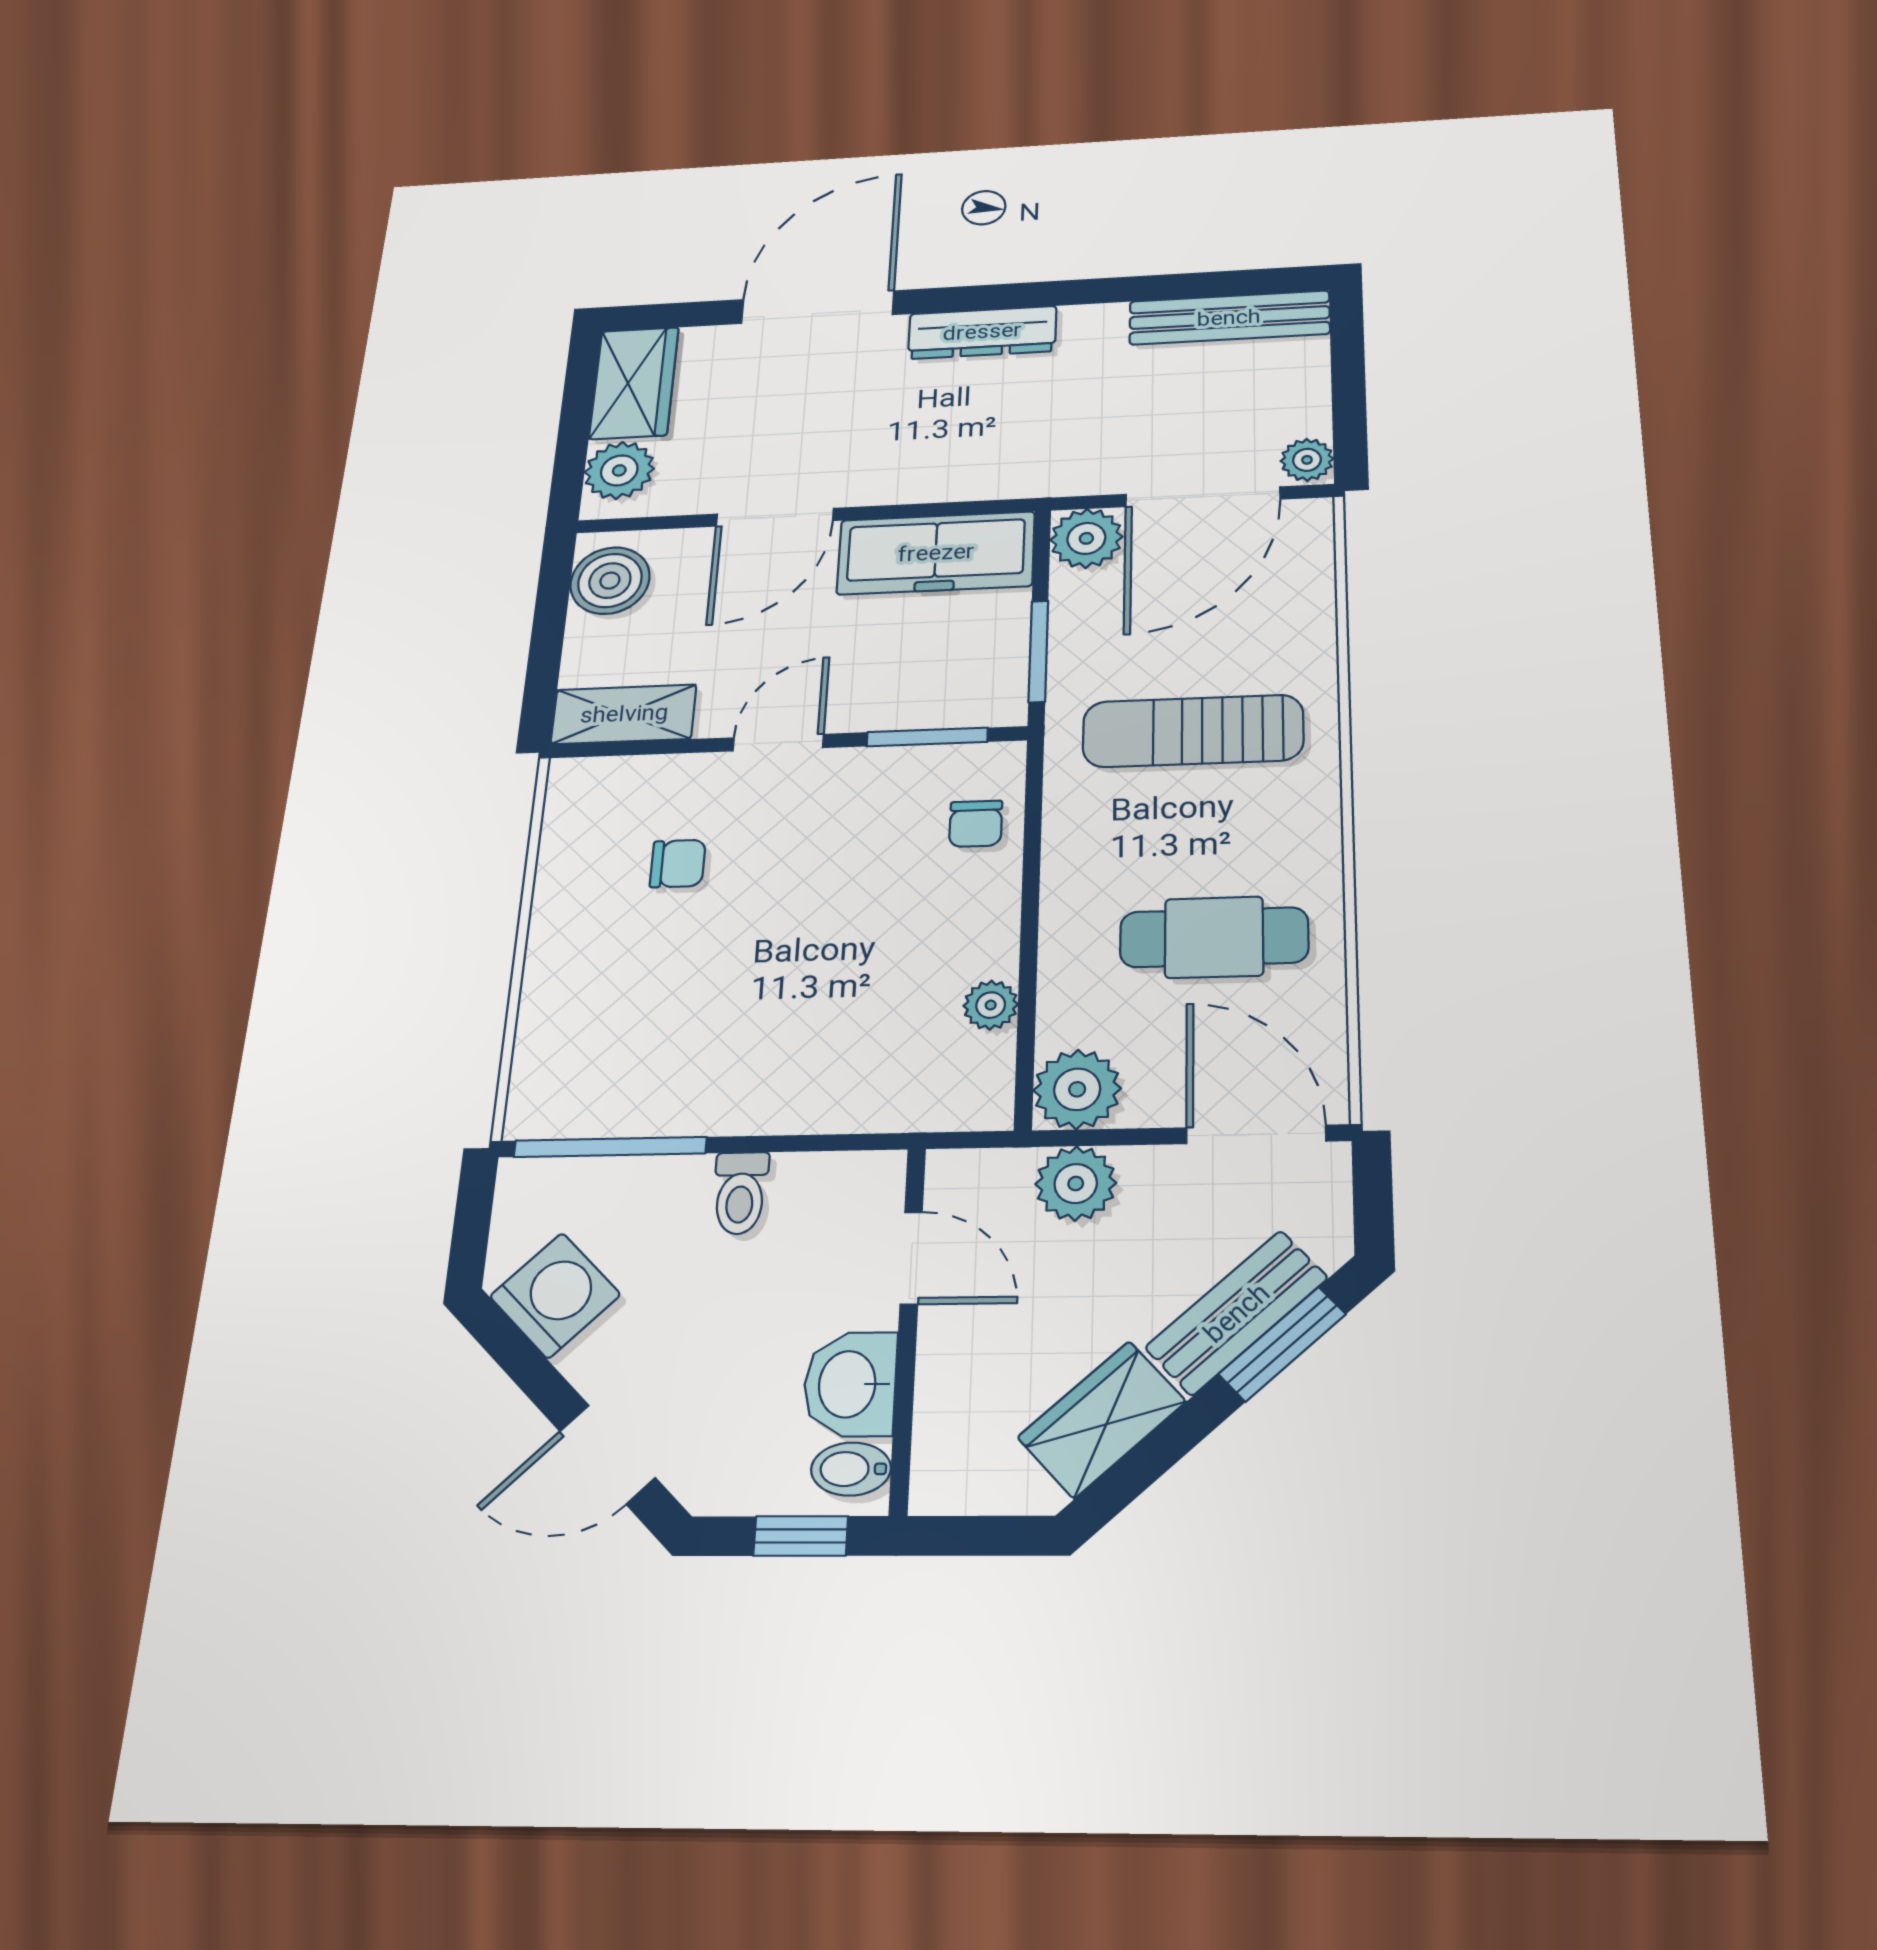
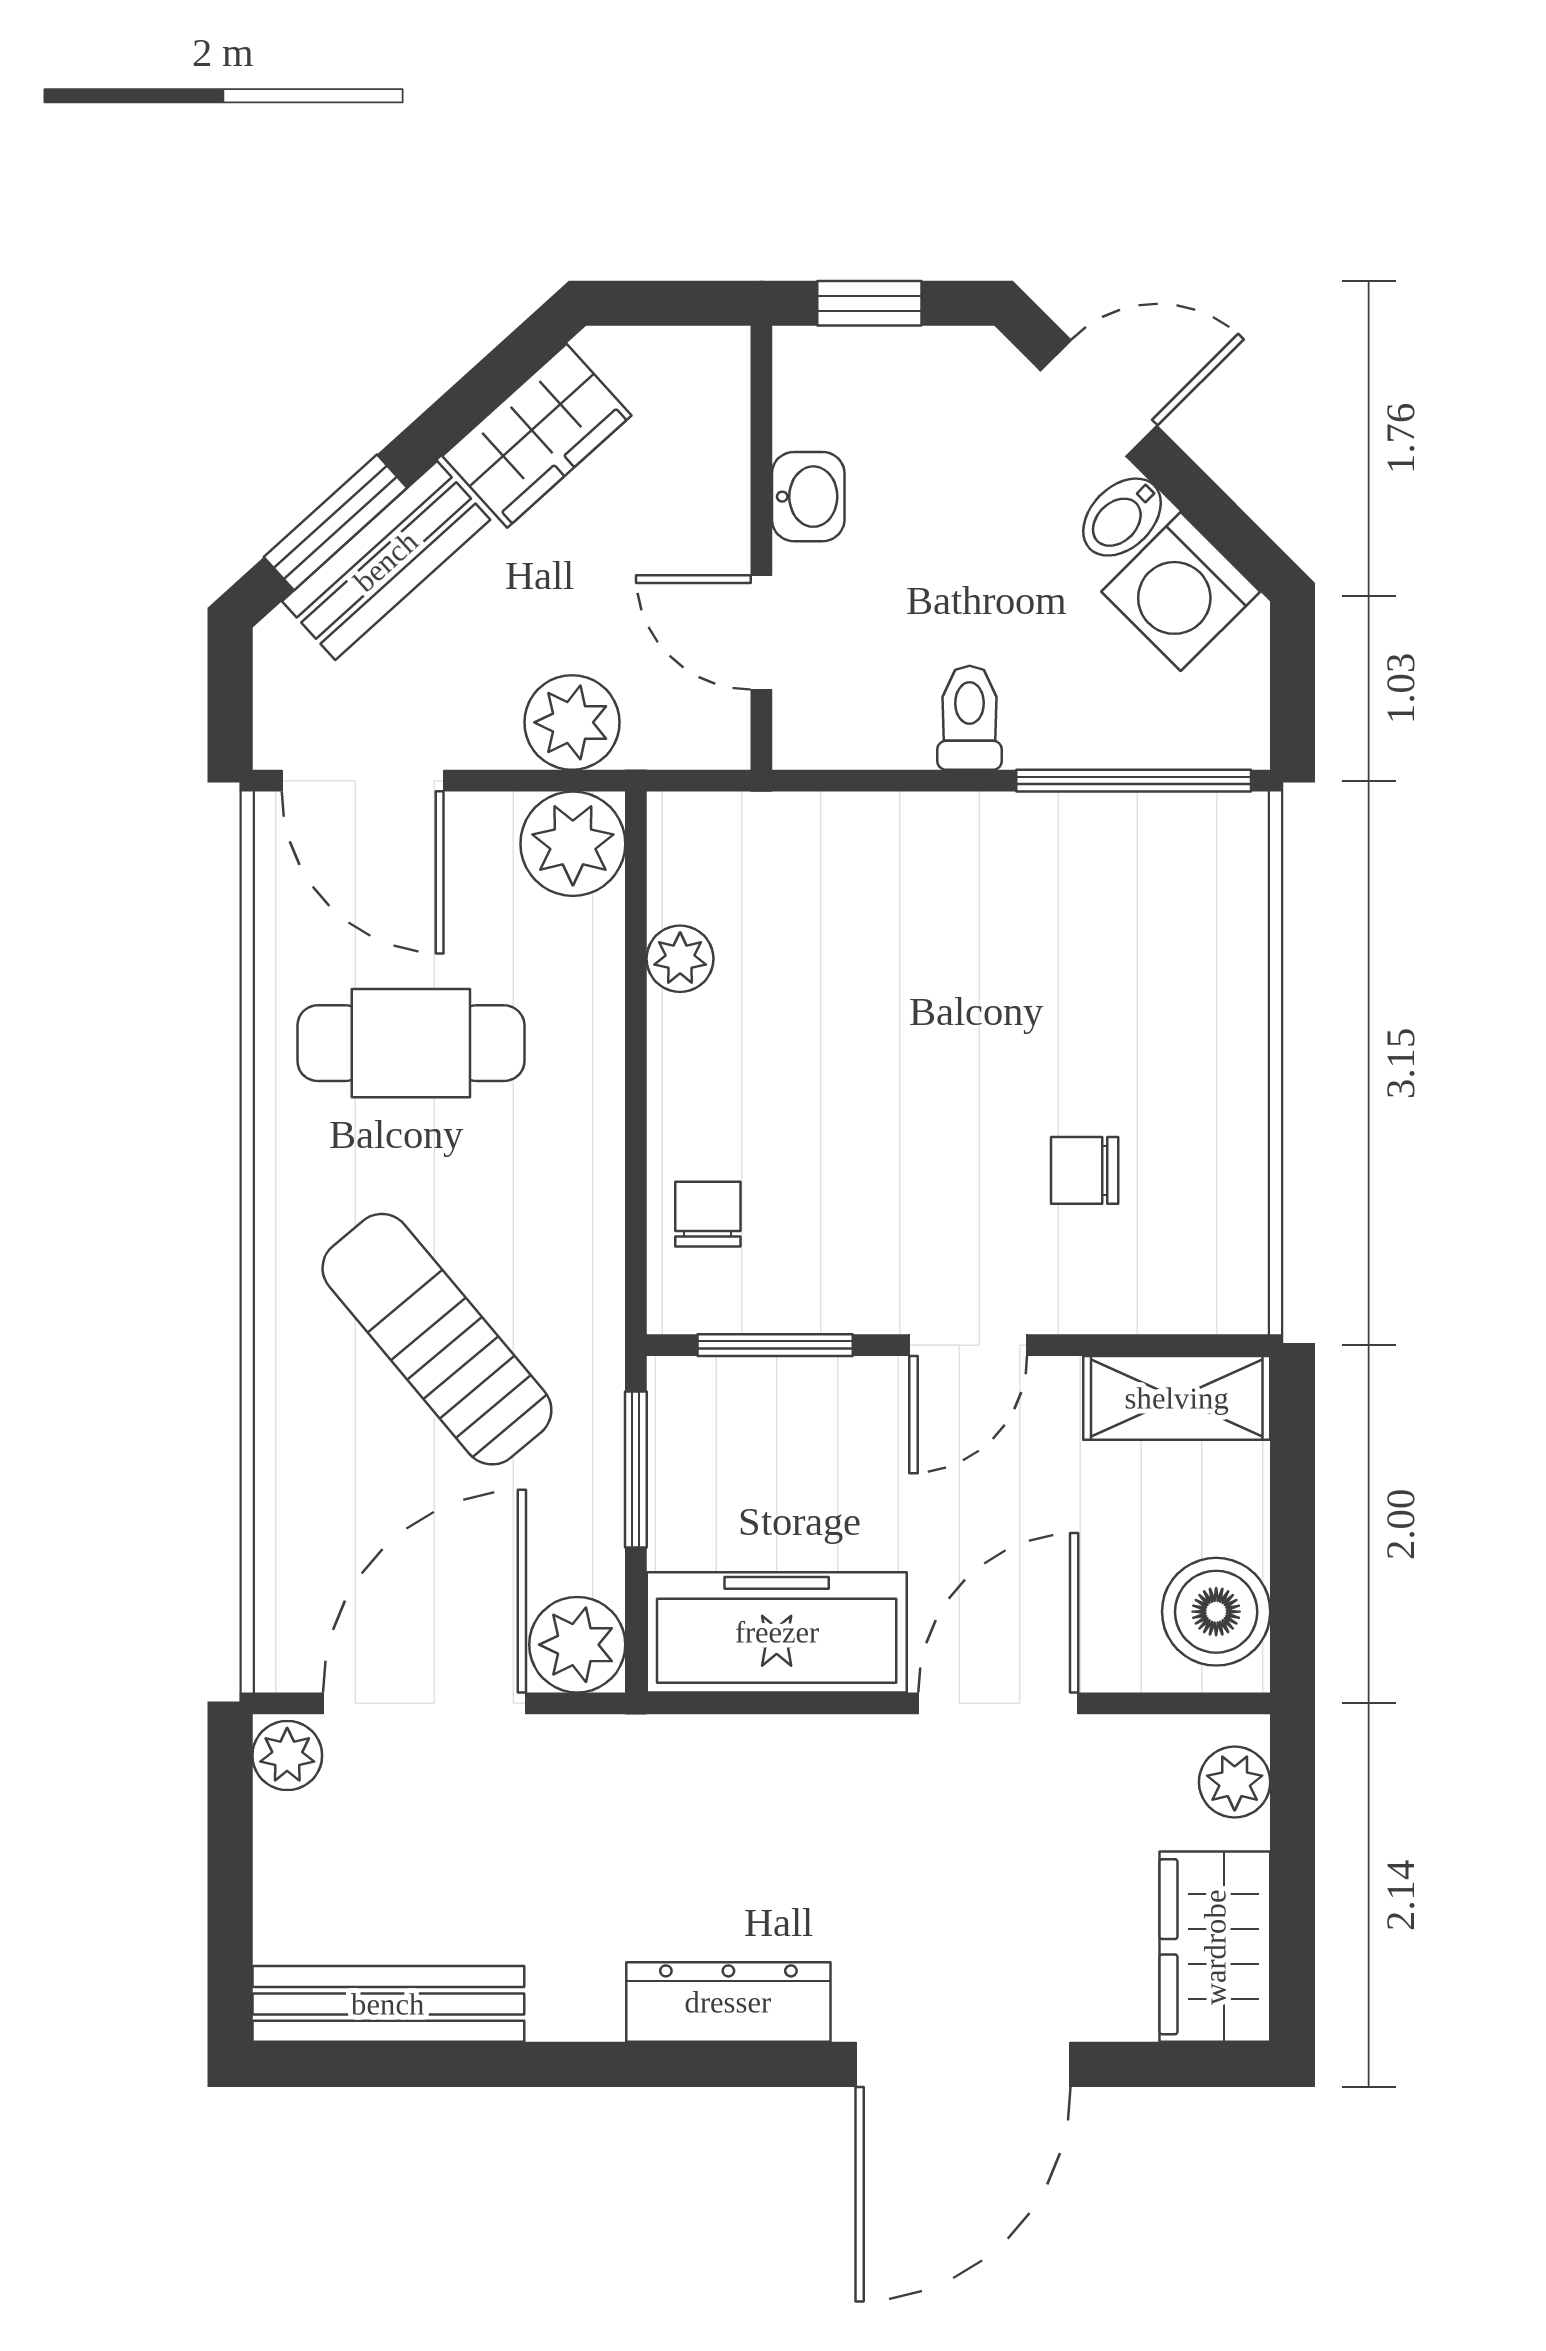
plant: (619, 470) -> (1235, 1782), width x0.73, depth x0.73
sun lounger: (1193, 731) -> (437, 1339), turned -130
washbasin: (850, 1384) -> (808, 497), width x0.72, depth x0.69
bidet: (851, 1469) -> (1122, 517), moved, turned 135

